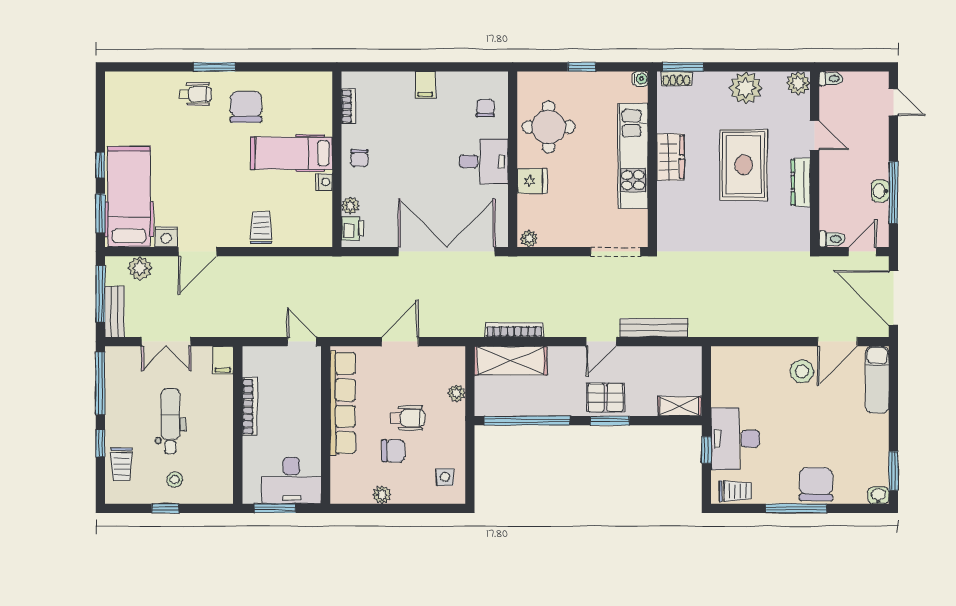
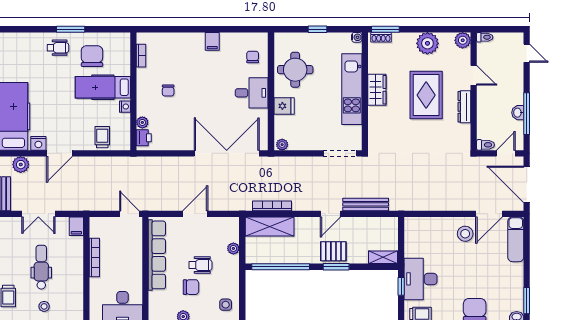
bookcase: (348, 106) -> (141, 56), moved
hospital bed: (292, 153) -> (103, 87), moved
wall: (337, 159) -> (133, 91), moved
nightstand: (324, 182) -> (125, 107), moved
plant: (350, 206) -> (142, 122), moved
printer: (352, 228) -> (144, 138), moved

